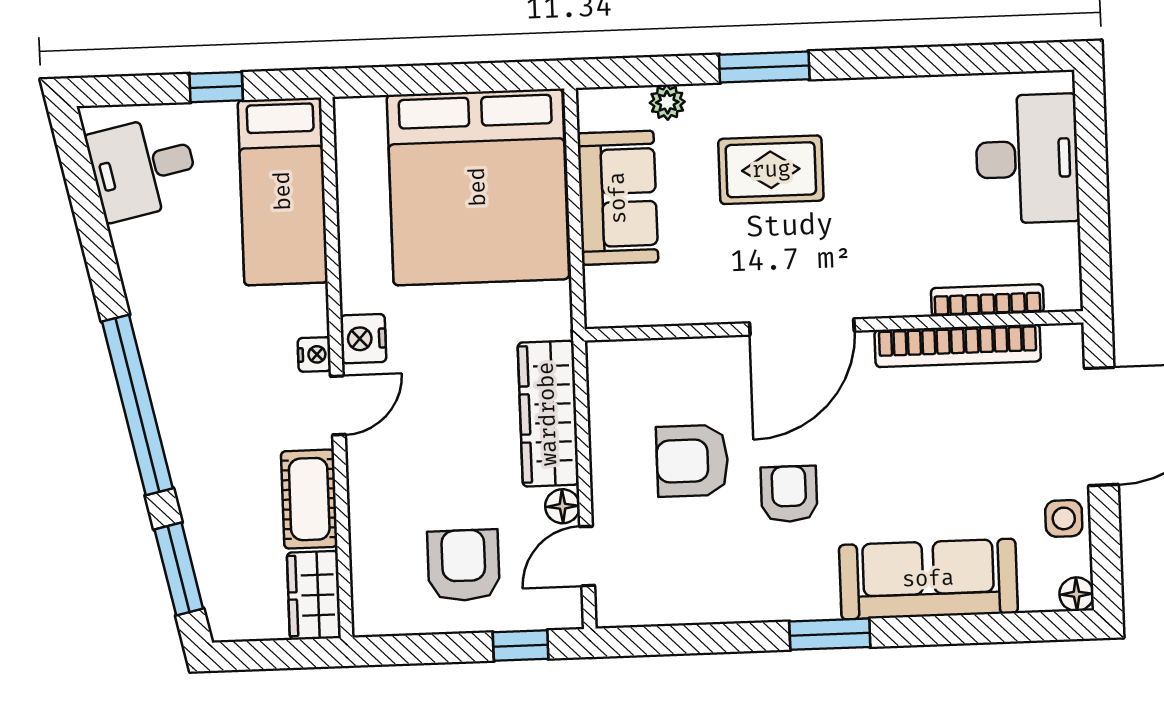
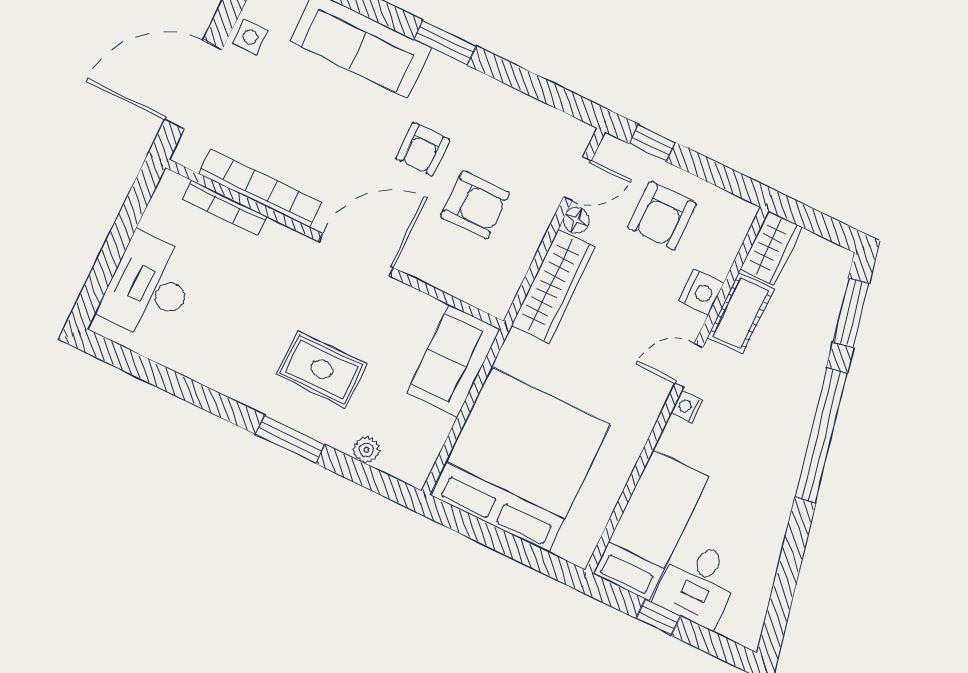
desk: (143, 168) -> (698, 584), moved, turned 102
sofa: (618, 198) -> (453, 361), moved
nightstand: (363, 339) -> (701, 292), moved

